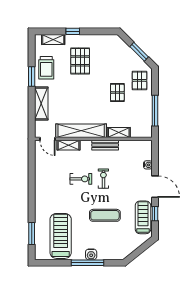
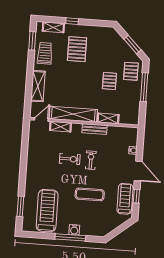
trolley: (46, 68) -> (45, 53), turned 180
window: (32, 77) -> (32, 41), moved
window: (155, 111) -> (144, 87), moved
door: (47, 139) -> (41, 119), swing flipped

